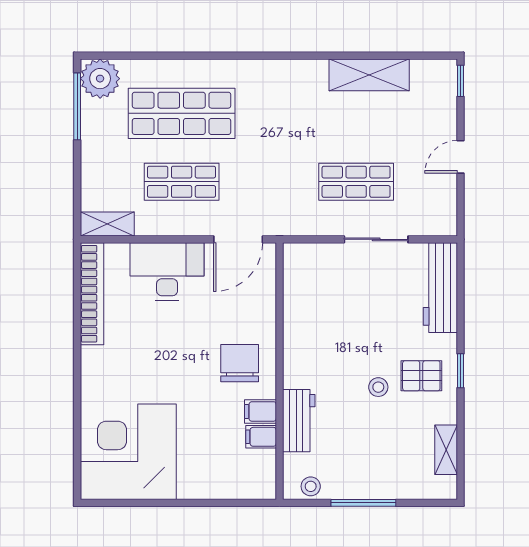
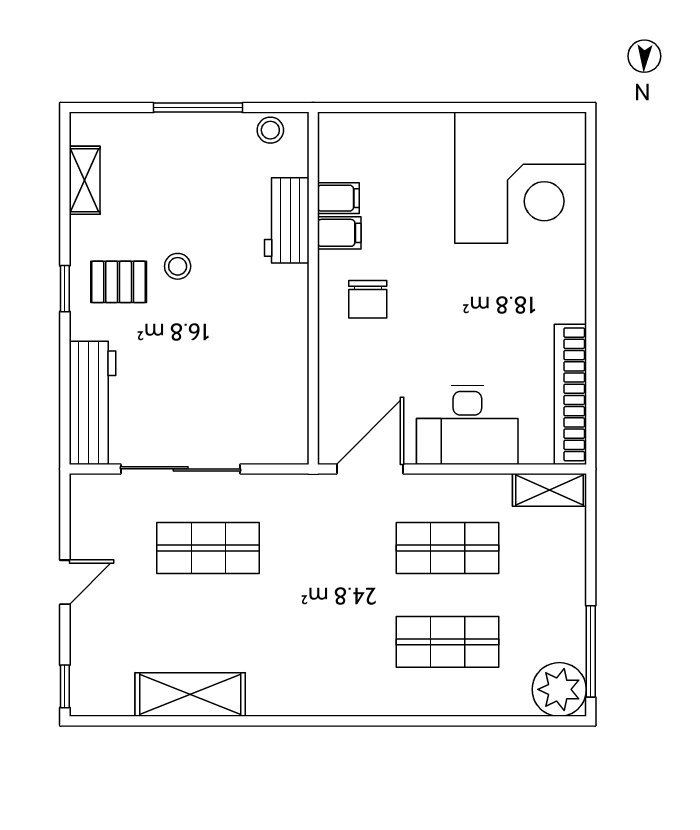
shop shelf: (182, 113) -> (448, 642), width x0.70, depth x0.74
sliding door: (376, 239) -> (181, 469), width x1.37
chair: (240, 363) -> (368, 299), width x0.73, depth x0.73

